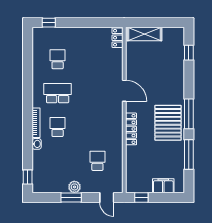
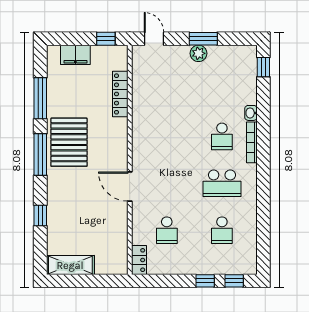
window: (70, 23) -> (205, 281), added
shelving: (144, 34) -> (70, 265), moved
window: (189, 53) -> (40, 215), moved
locker: (131, 129) -> (120, 94), moved
school desk: (97, 161) -> (167, 230), moved

